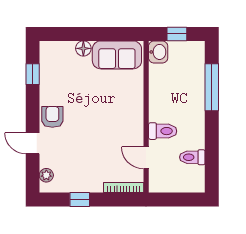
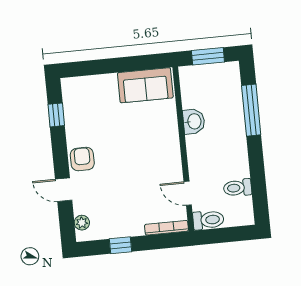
window: (177, 34) -> (208, 56), width x1.50
floor lamp: (83, 48) -> (108, 82), removed
washbasin: (158, 52) -> (194, 121), moved
toilet: (163, 131) -> (208, 220), moved

